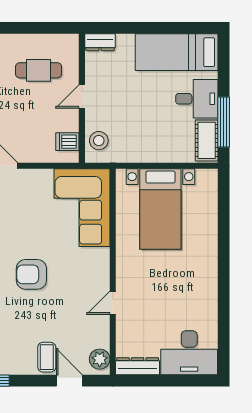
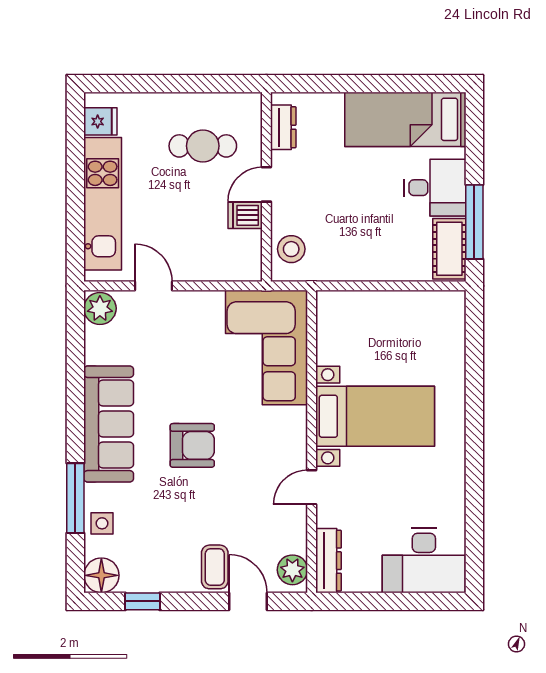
dresser: (100, 42) -> (283, 127), moved, turned -90
dishwasher: (67, 142) -> (245, 215), moved
bed with nightstands: (160, 209) -> (375, 416), moved, turned -90
armchair: (31, 274) -> (192, 445), turned 180
dresser: (138, 366) -> (328, 561), moved, turned 90

